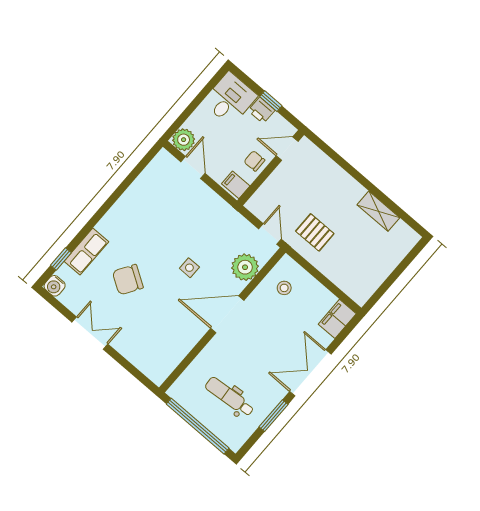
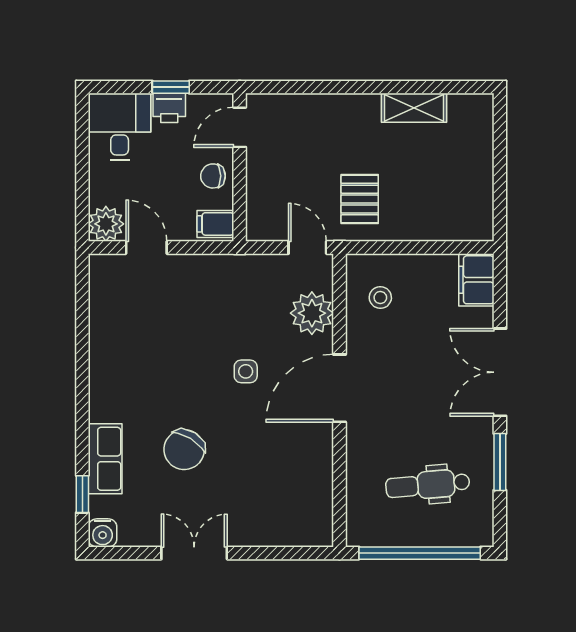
pallet: (315, 232) -> (360, 199), turned 90

